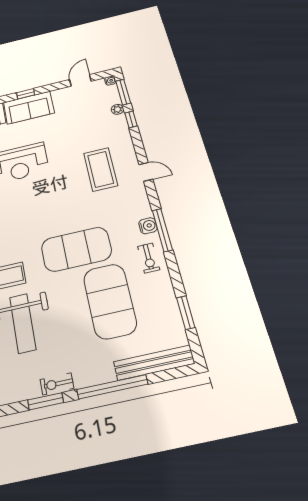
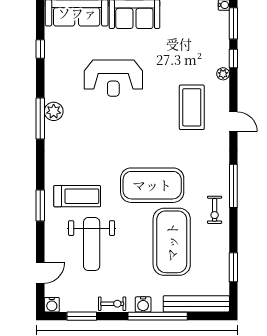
plant: (118, 109) -> (223, 74), moved
water cooler: (148, 226) -> (143, 304), moved, turned 90
exercise bike: (57, 384) -> (112, 304), turned 180
window: (45, 401) -> (82, 316), moved

